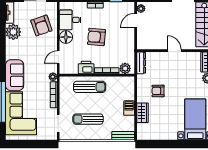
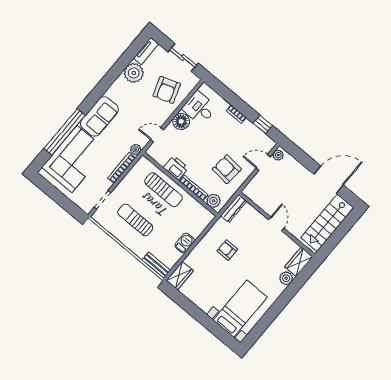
armchair: (96, 37) -> (227, 169), moved
wardrobe: (143, 113) -> (180, 276), moved

